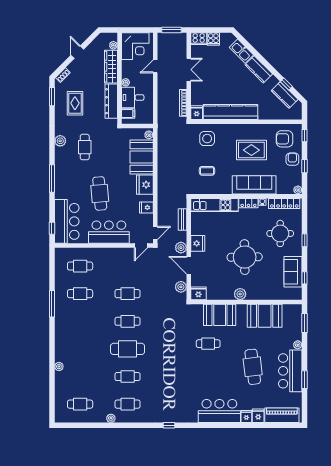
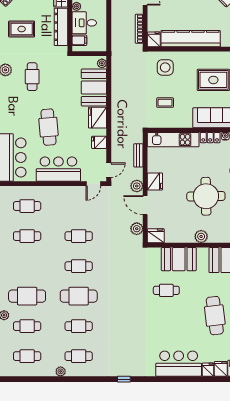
rug: (75, 103) -> (22, 29), turned 90
cafe table: (80, 349) -> (27, 296), added
cafe table: (80, 377) -> (27, 326), added

